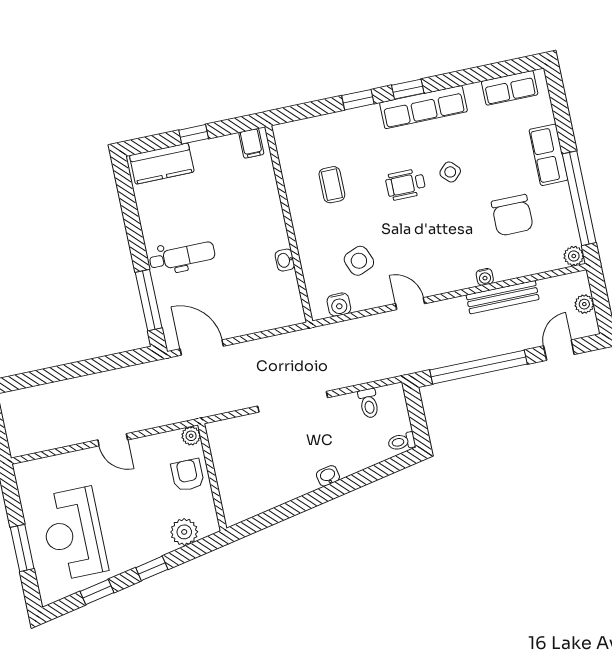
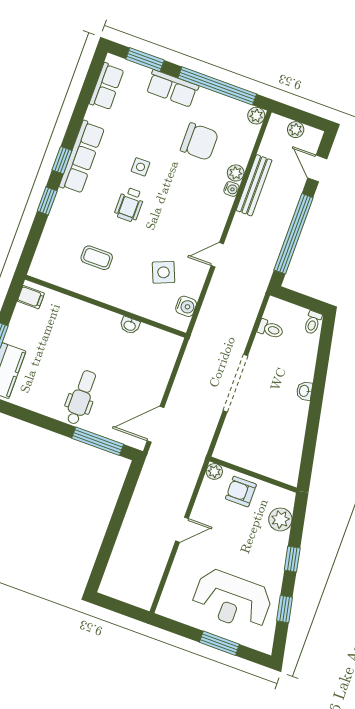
window: (560, 110) -> (145, 60), added
side table: (450, 172) -> (141, 167), turned 45
plant: (503, 271) -> (236, 173), added

